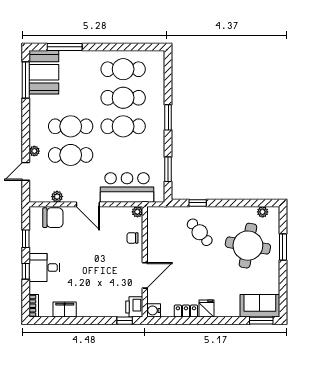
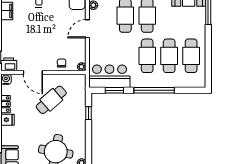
window: (168, 117) -> (154, 90), width x2.11
bar counter: (127, 187) -> (109, 76), moved, turned -90
cafe table: (200, 232) -> (51, 100), moved, width x1.37, depth x1.35

